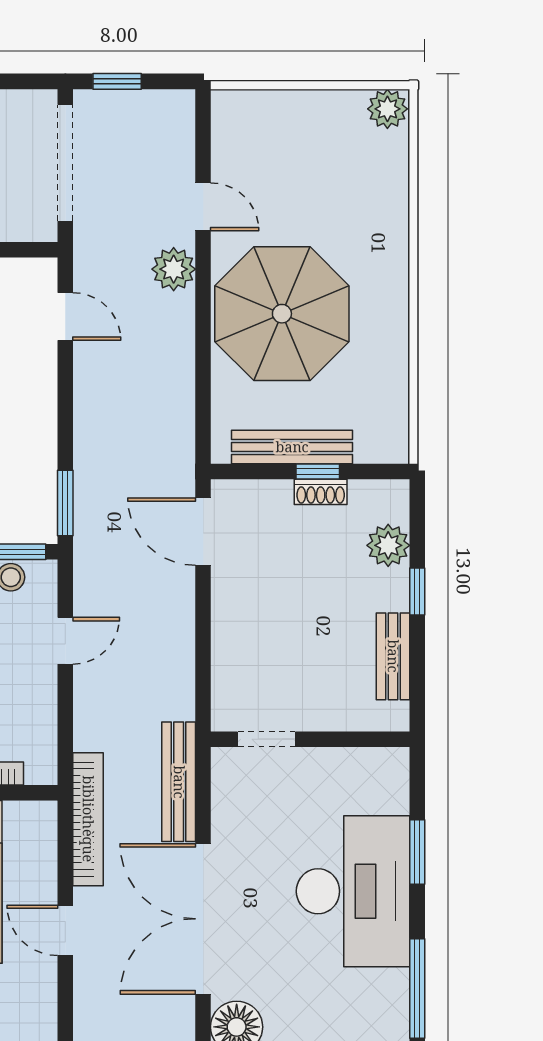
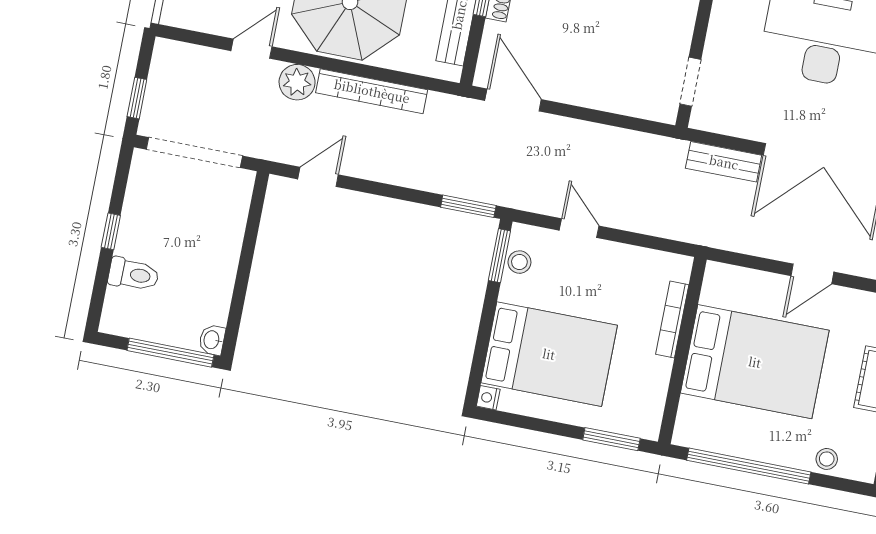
door: (203, 532) -> (513, 100), swing flipped
bench: (179, 782) -> (724, 162), width x0.73
bookcase: (88, 819) -> (372, 91), moved, turned 180

